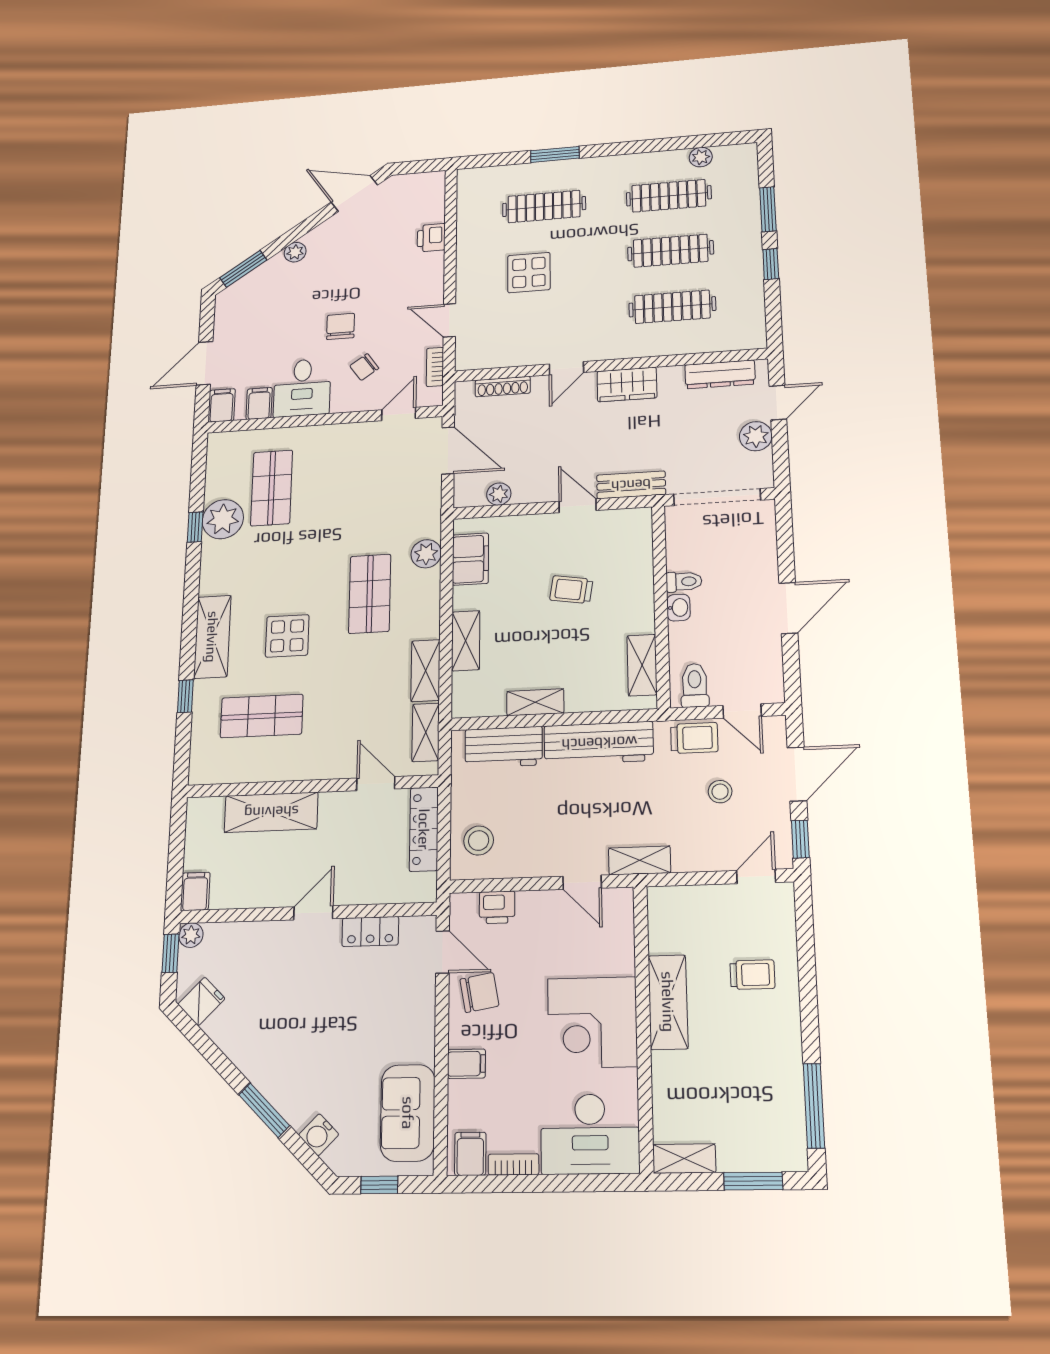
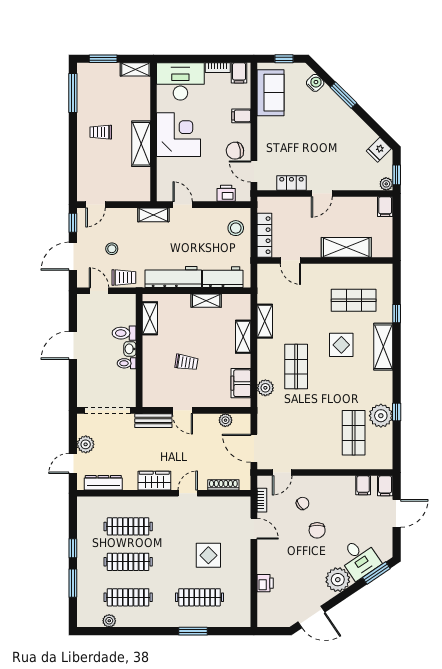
plant: (295, 252) -> (338, 580), width x1.87, depth x1.87
desk: (302, 388) -> (359, 559), moved, turned 146
toilet: (695, 685) -> (124, 333), moved, turned 90
shelving: (426, 732) -> (264, 287), removed
trolley: (694, 738) -> (124, 278), turned 180
trolley: (752, 975) -> (101, 132), moved

